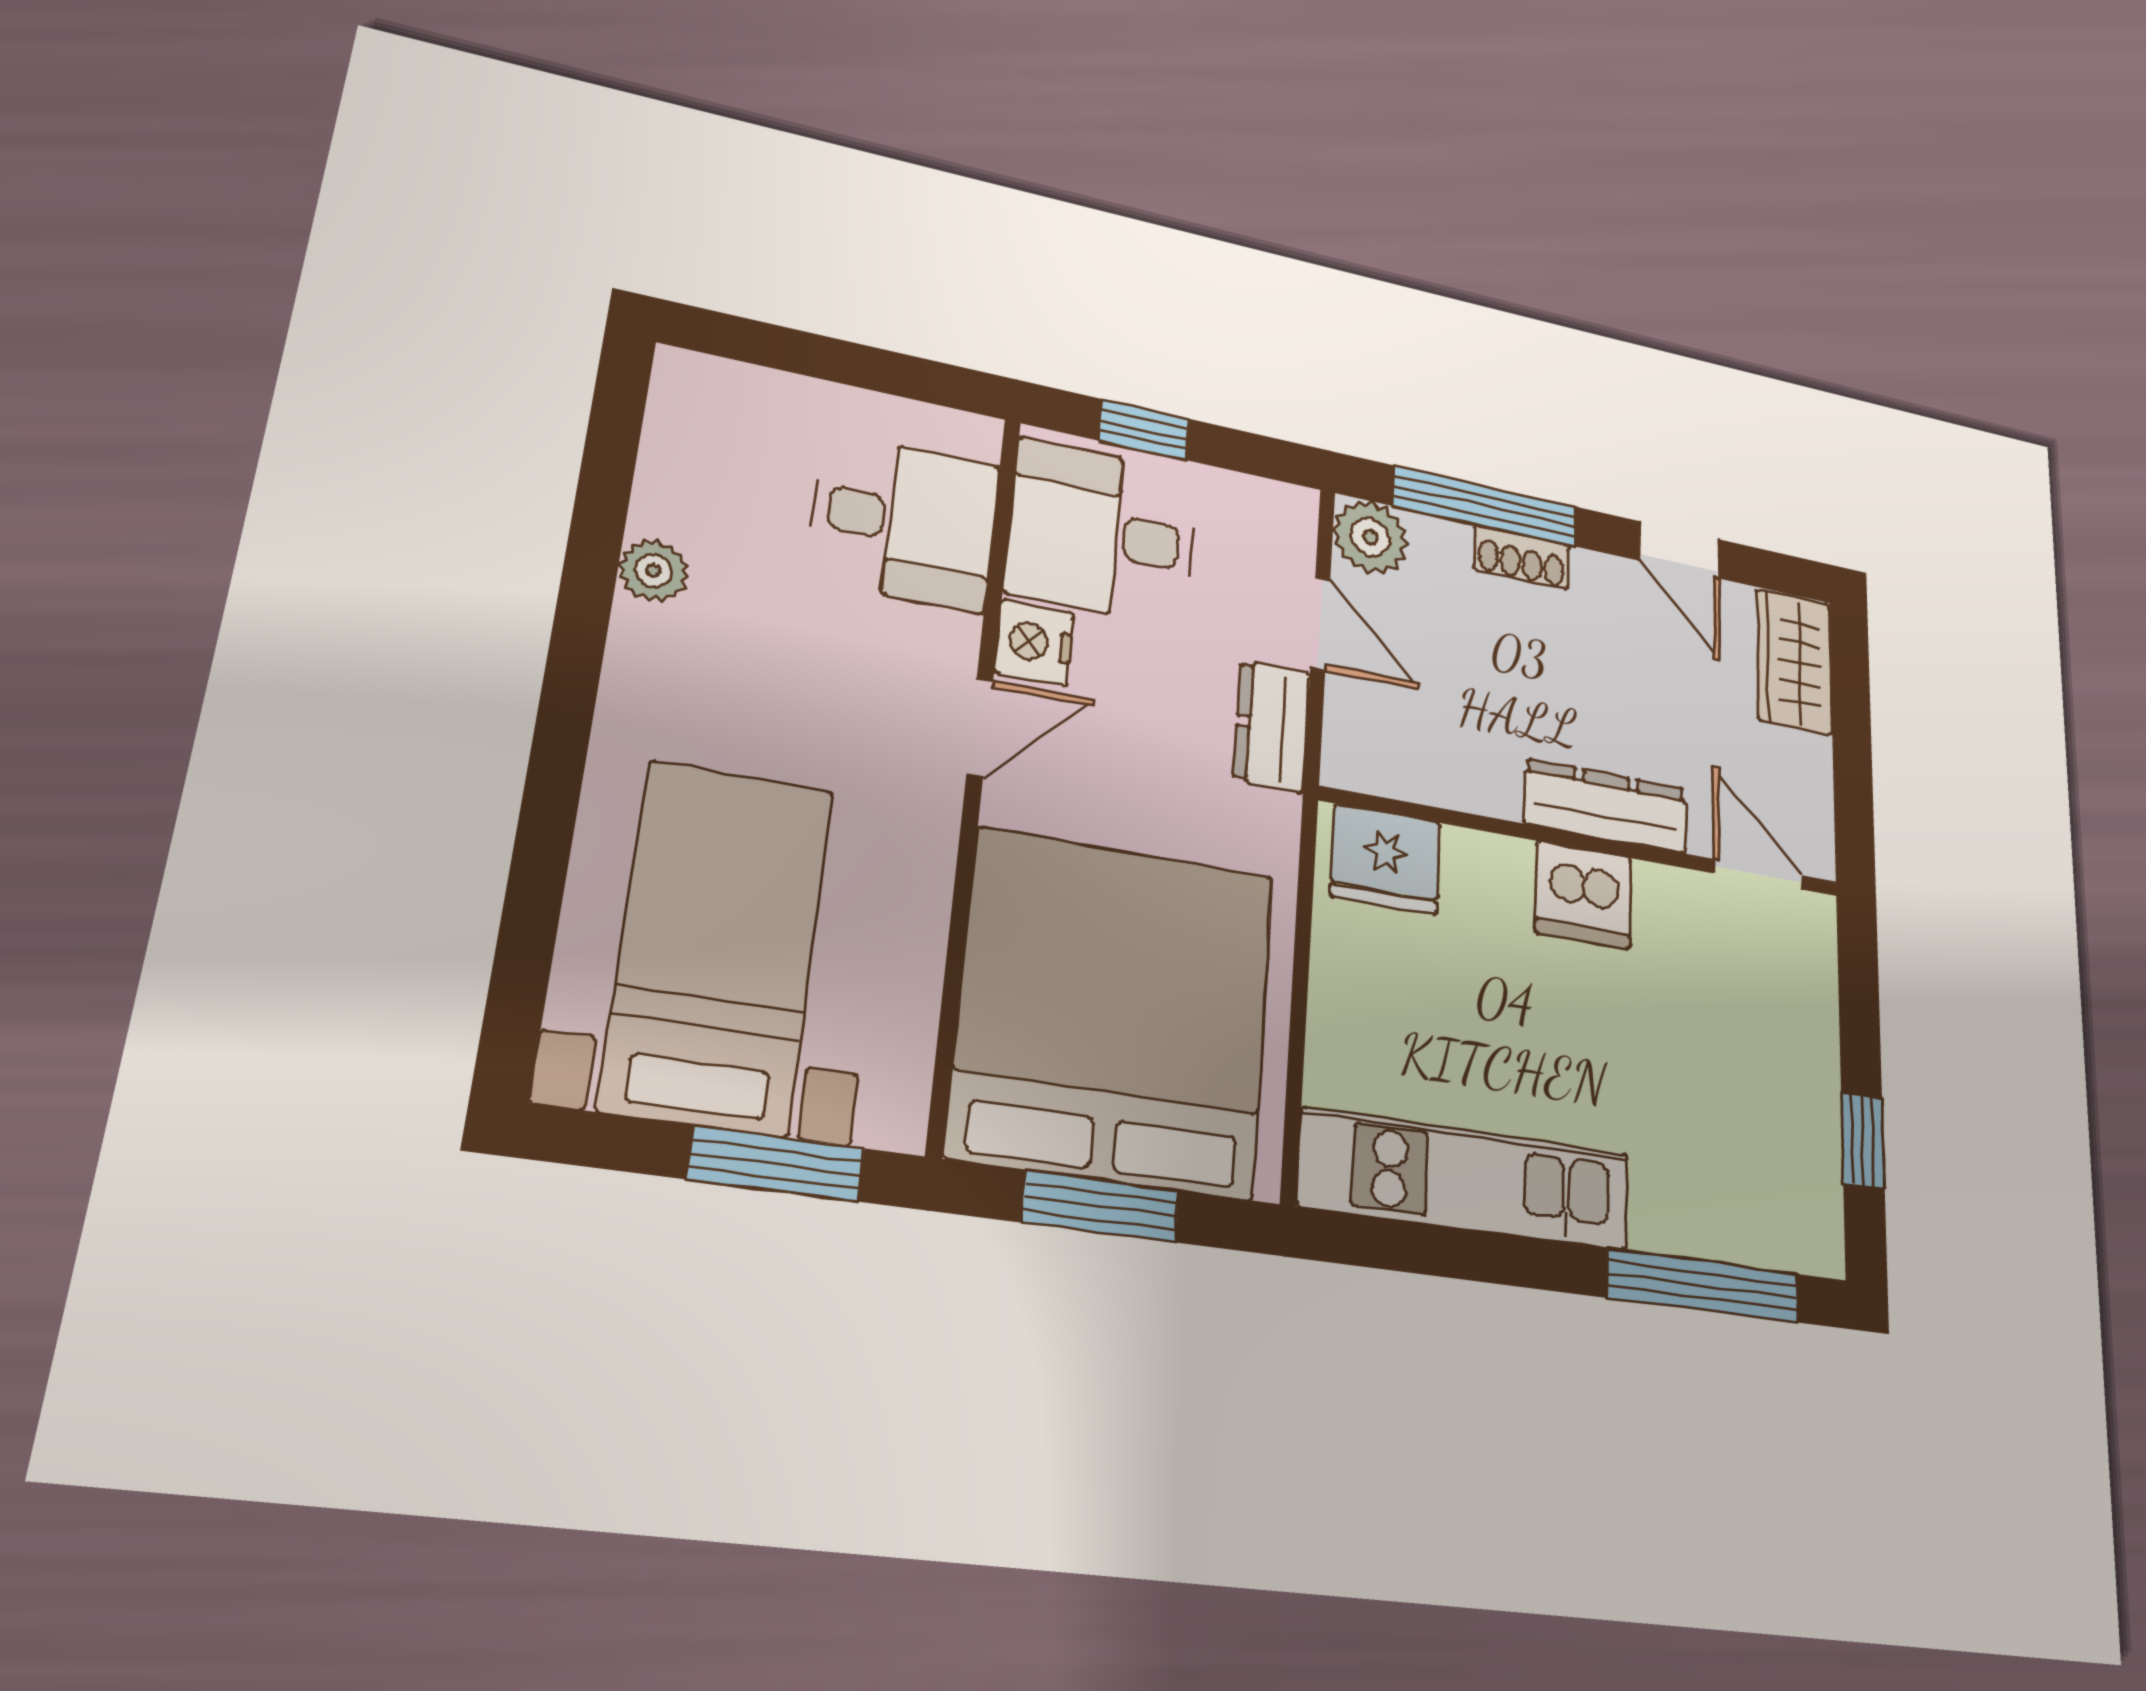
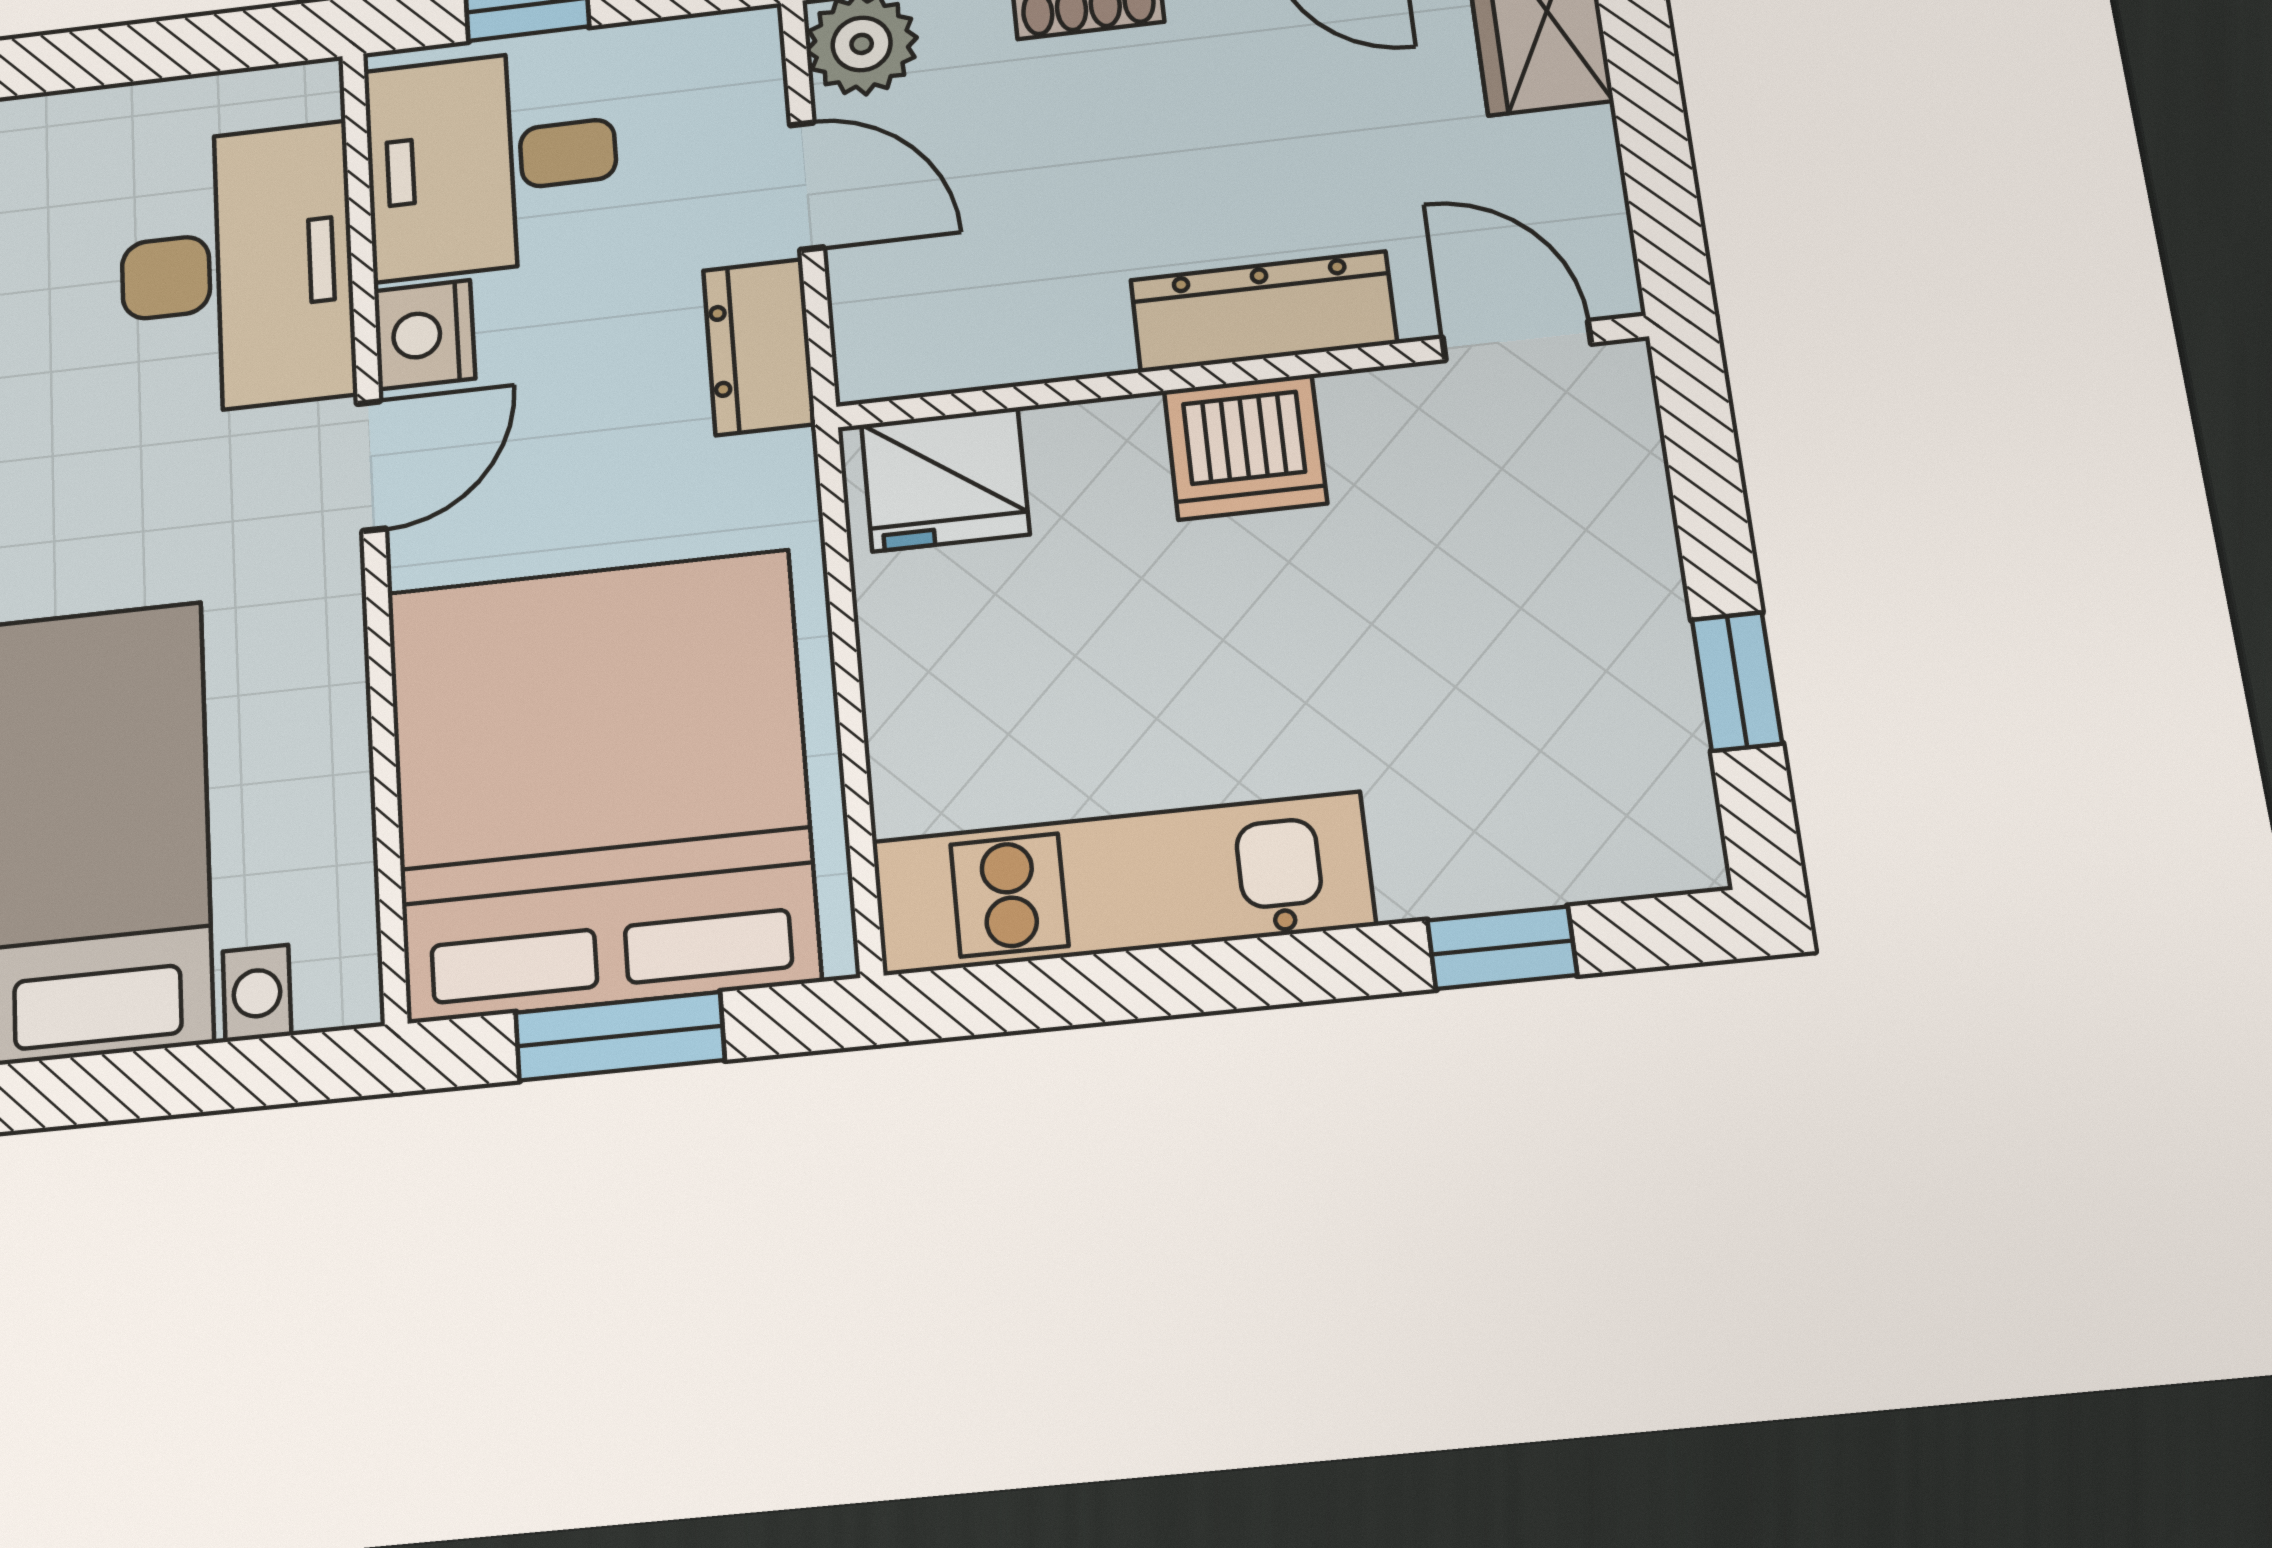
desk: (904, 522) -> (237, 269), width x1.37
window: (776, 1164) -> (205, 1078), removed
window: (1703, 1286) -> (1502, 948), width x0.46

